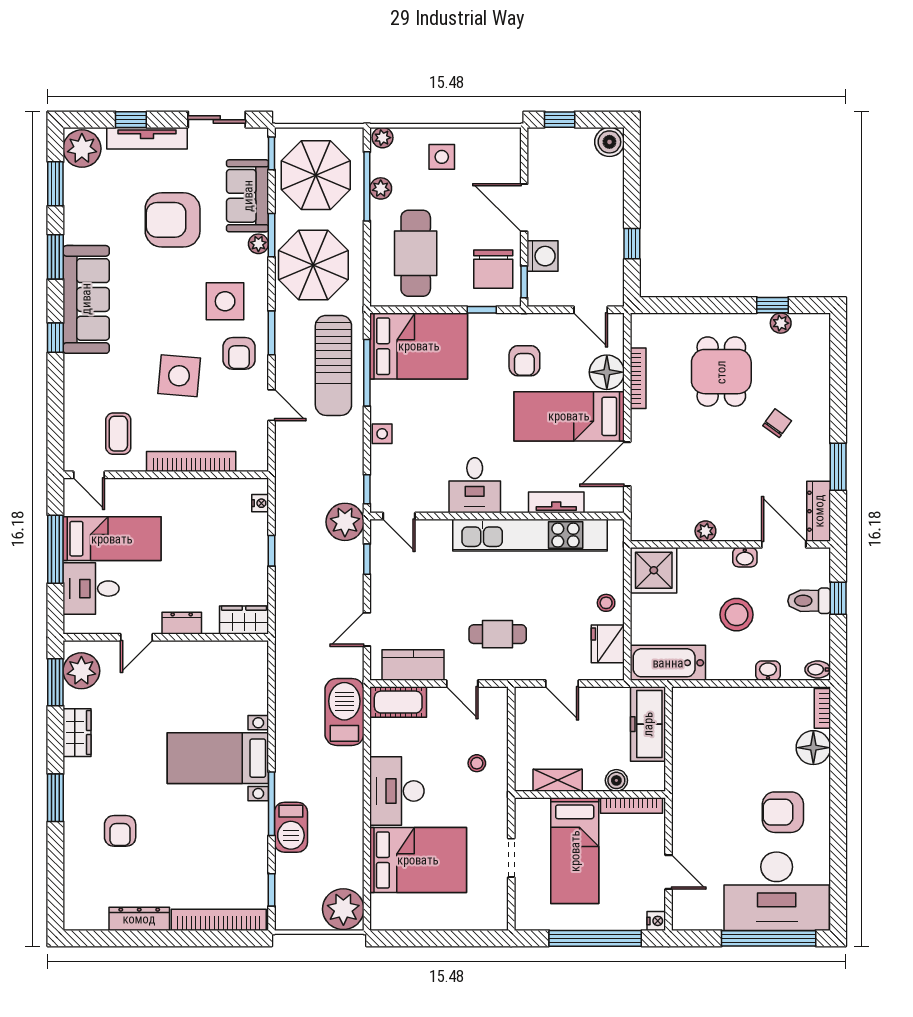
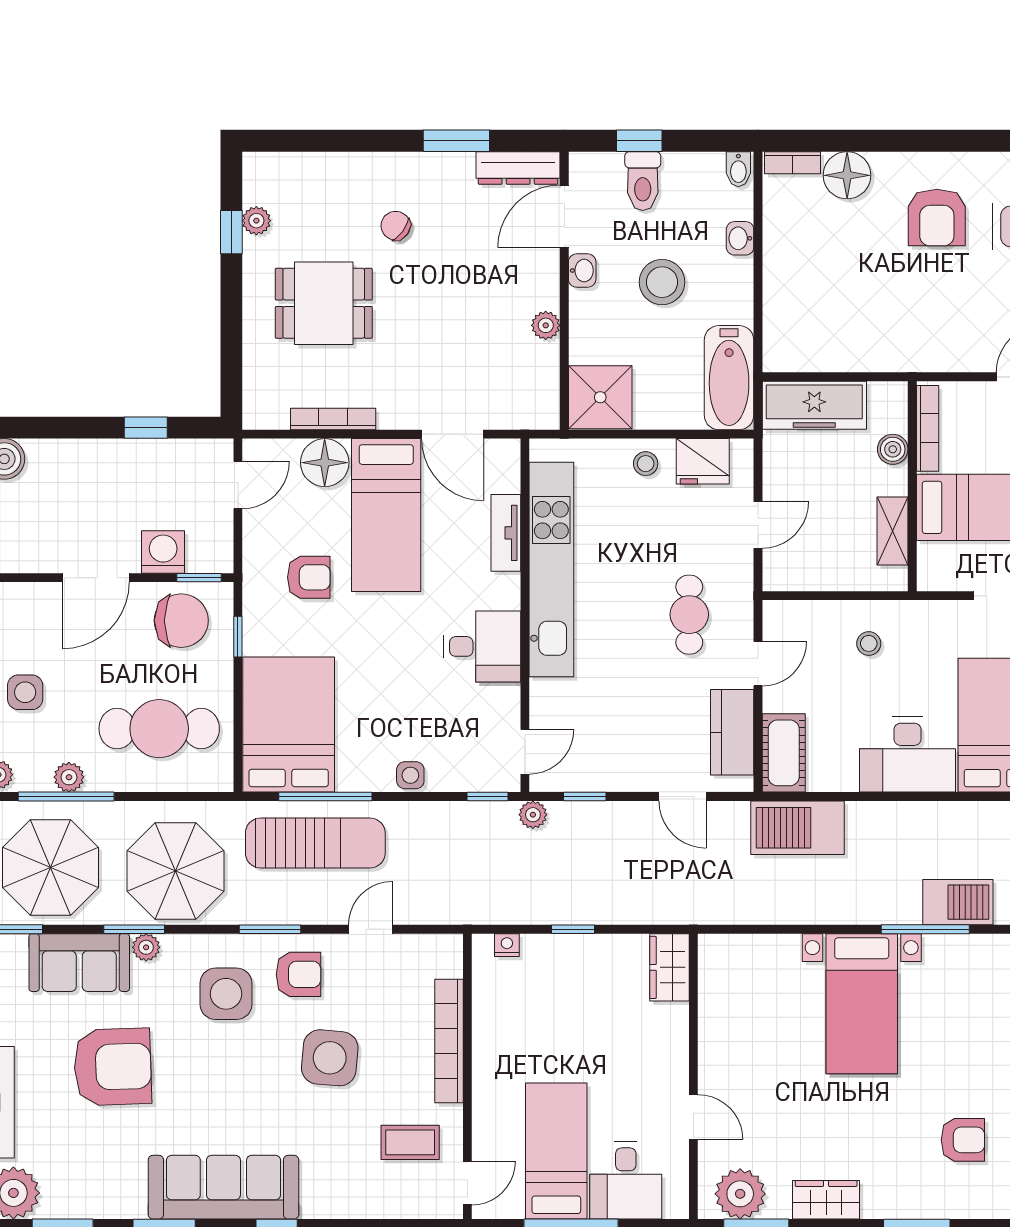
armchair: (173, 220) -> (113, 1067), turned -92
plant: (345, 522) -> (533, 815), width x0.53, depth x0.53
dresser: (182, 623) -> (674, 1054), removed

